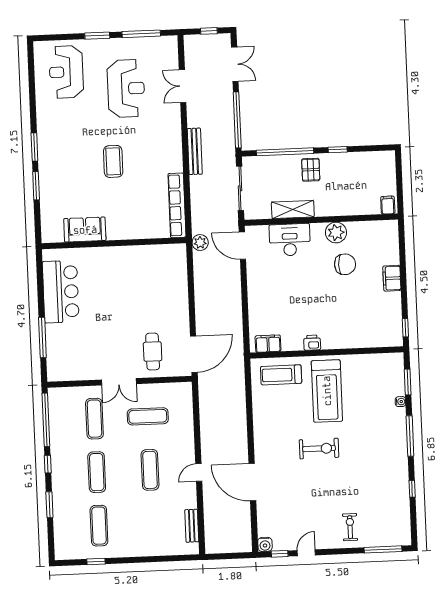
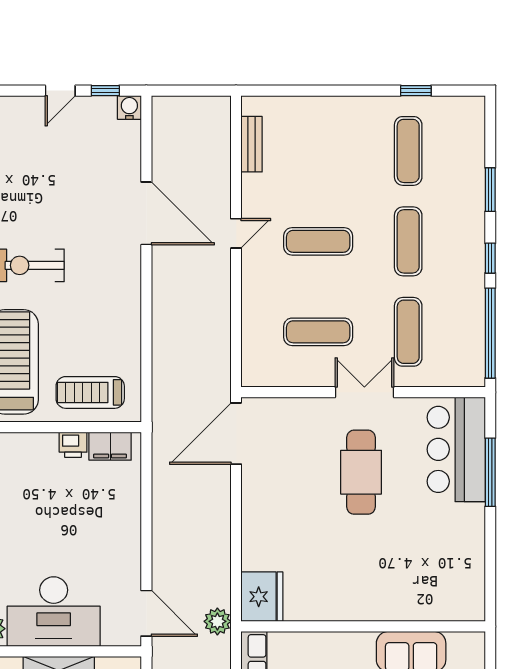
desk: (290, 240) -> (54, 612), width x1.36, depth x1.30
fridge: (174, 258) -> (262, 597), added
bar counter: (61, 292) -> (456, 449), moved
printer: (312, 343) -> (73, 445), moved
cafe table: (153, 352) -> (361, 472), moved, width x1.37, depth x1.35
treadmill: (281, 375) -> (90, 392), turned 180
exercise mat: (150, 470) -> (318, 241), turned 90

